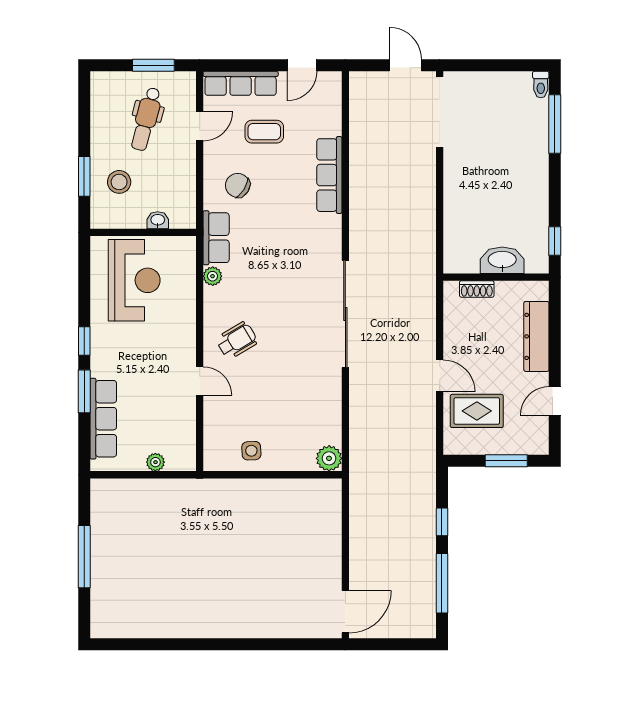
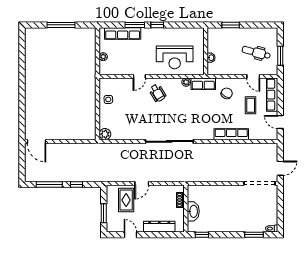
window: (555, 124) -> (254, 235), width x0.69
stool: (119, 182) -> (228, 40), removed
reception desk: (134, 280) -> (175, 57), moved

